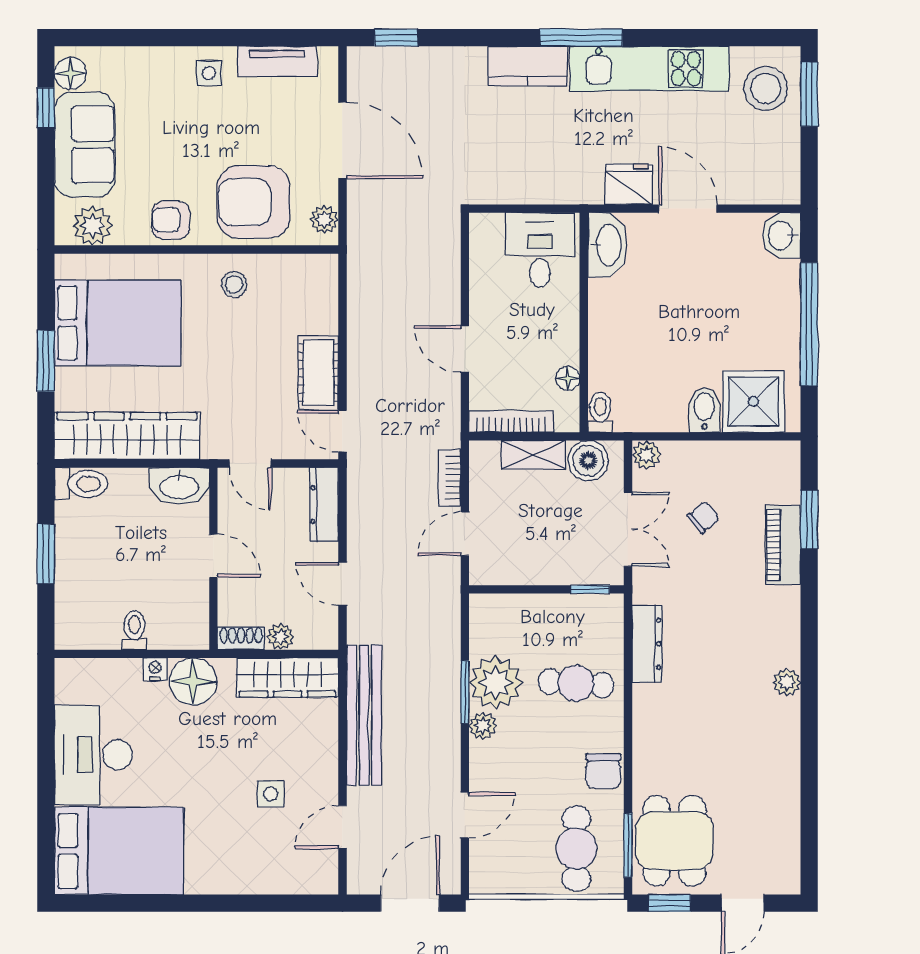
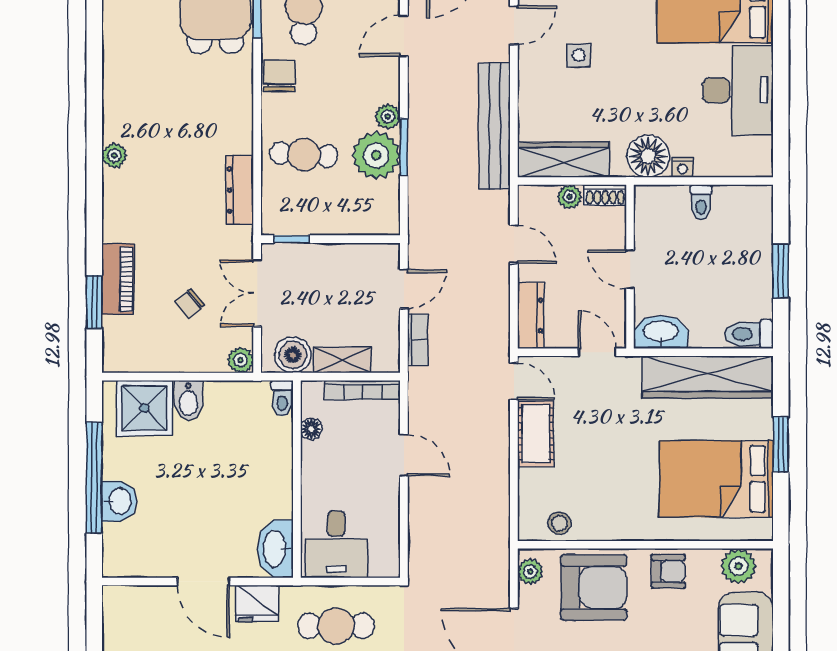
cafe table: (540, 159) -> (336, 626), added
washbasin: (781, 235) -> (119, 501), moved
stool: (234, 284) -> (559, 523), moved

